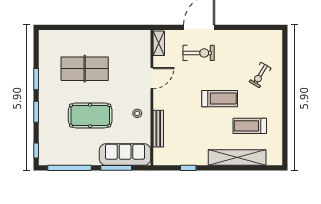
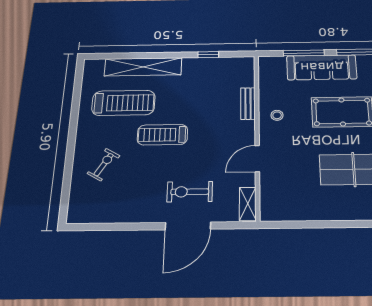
treadmill: (250, 126) -> (123, 103), width x1.37, depth x1.38
bench: (158, 129) -> (248, 104), width x0.73
sofa: (125, 155) -> (322, 67), moved

